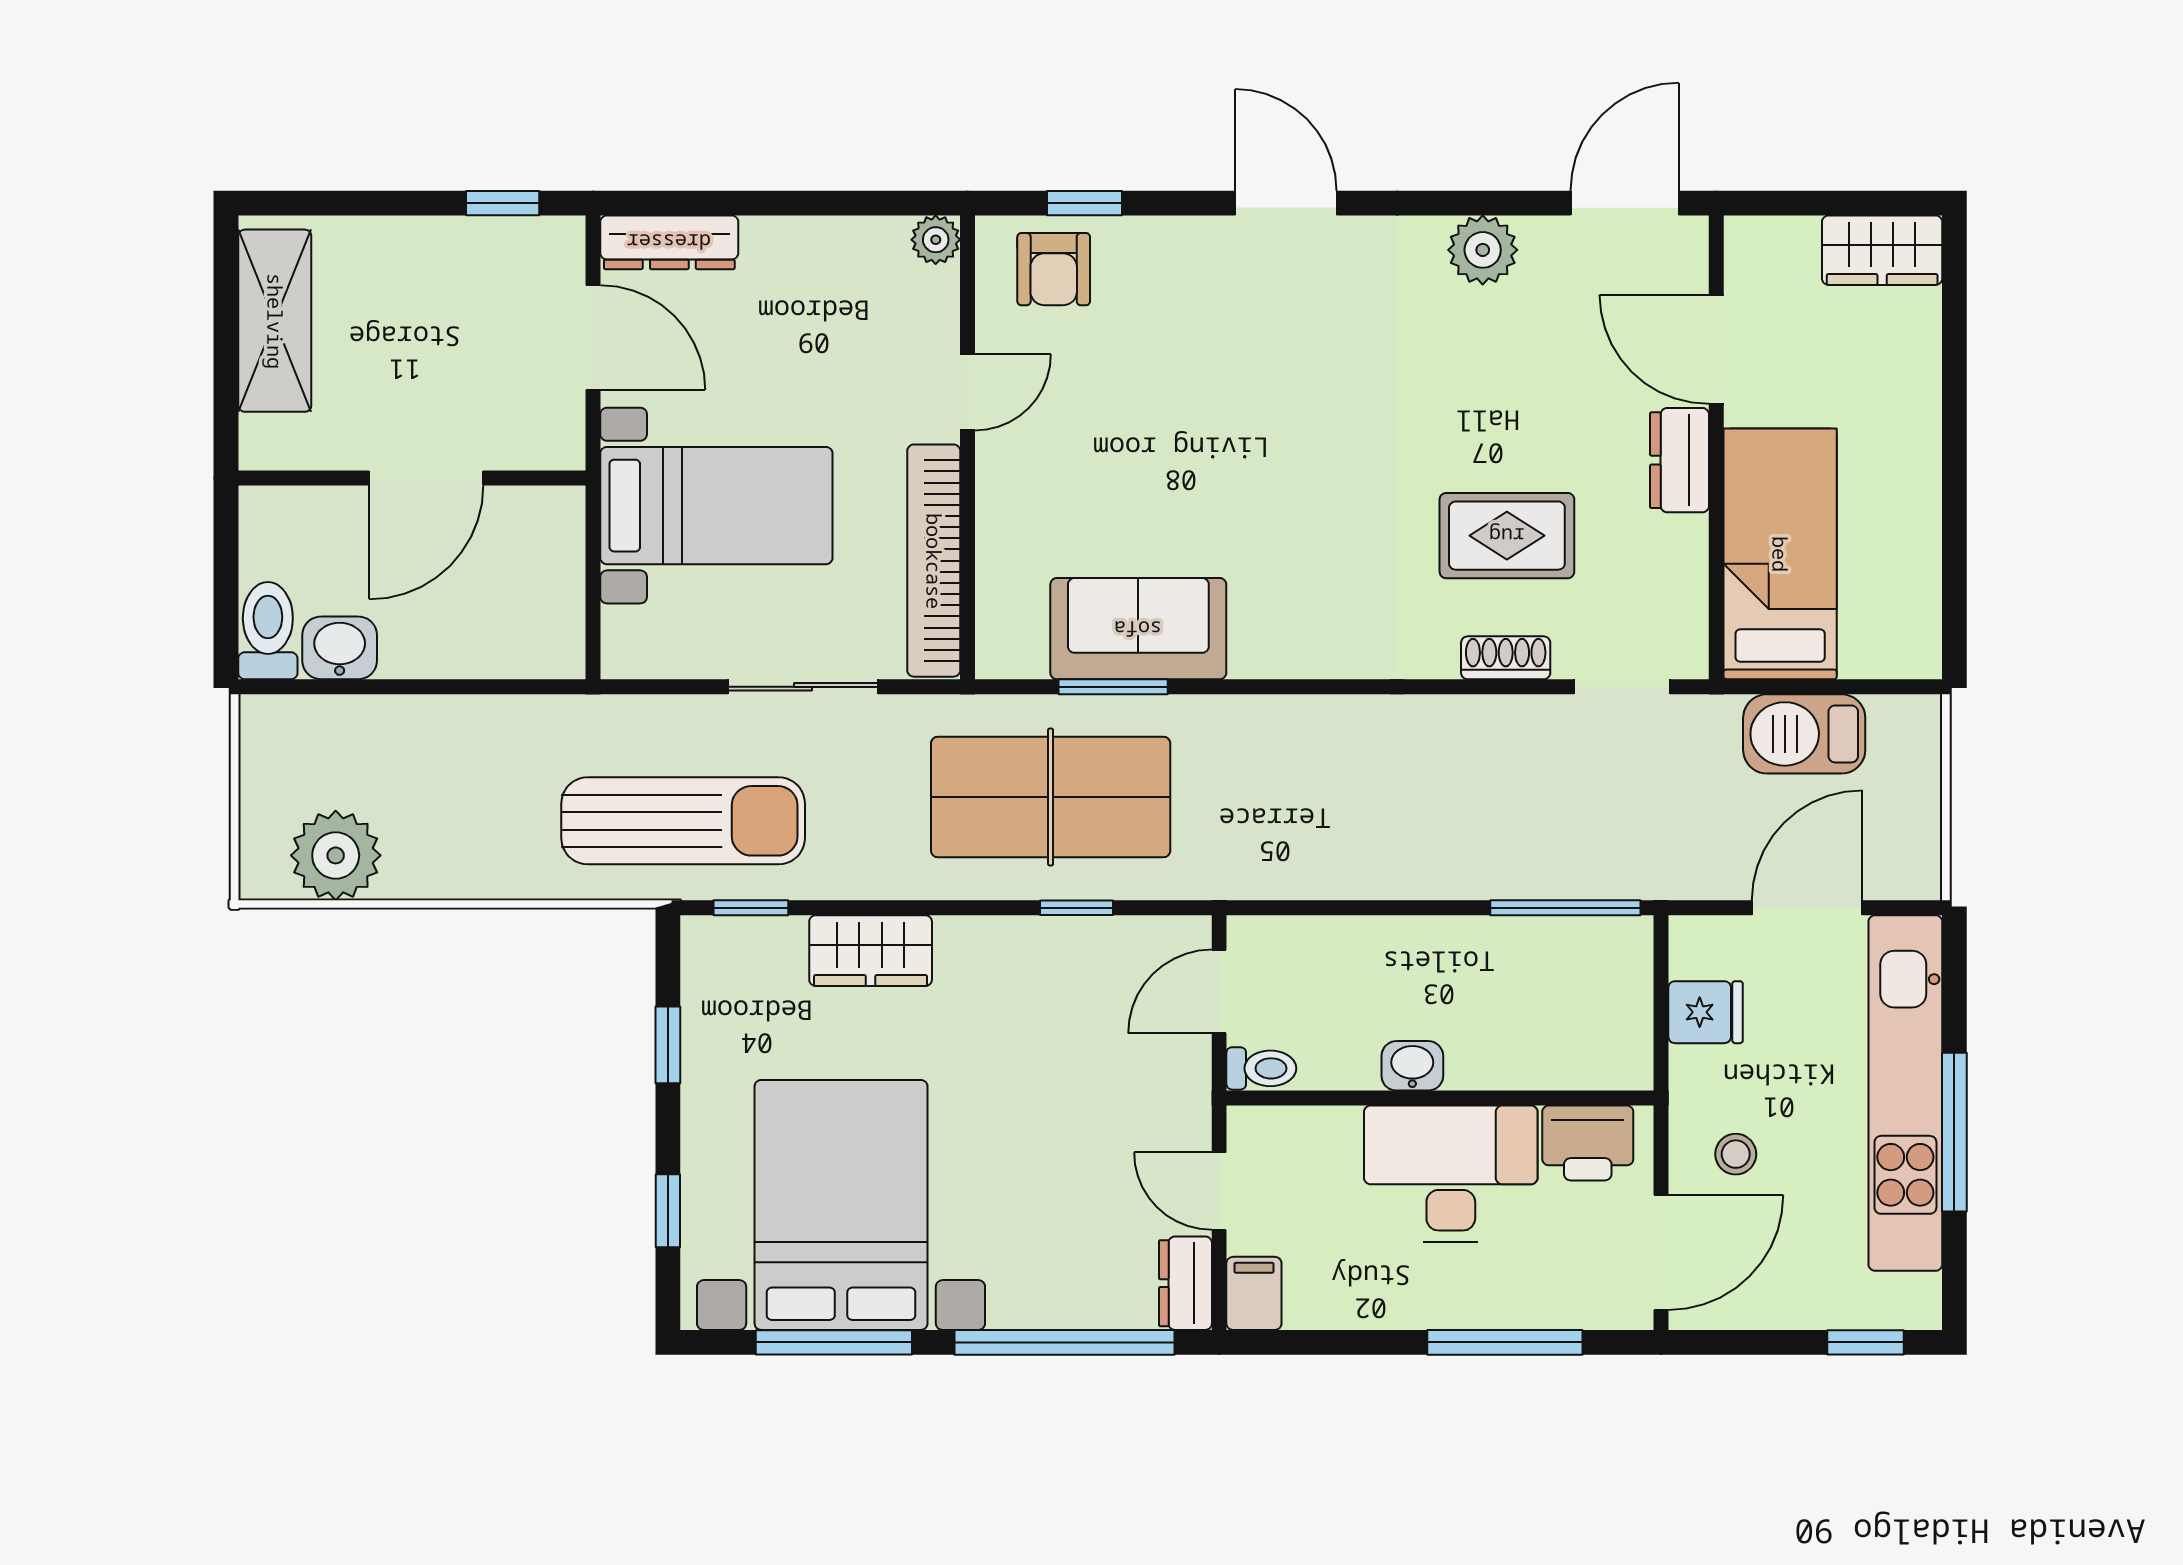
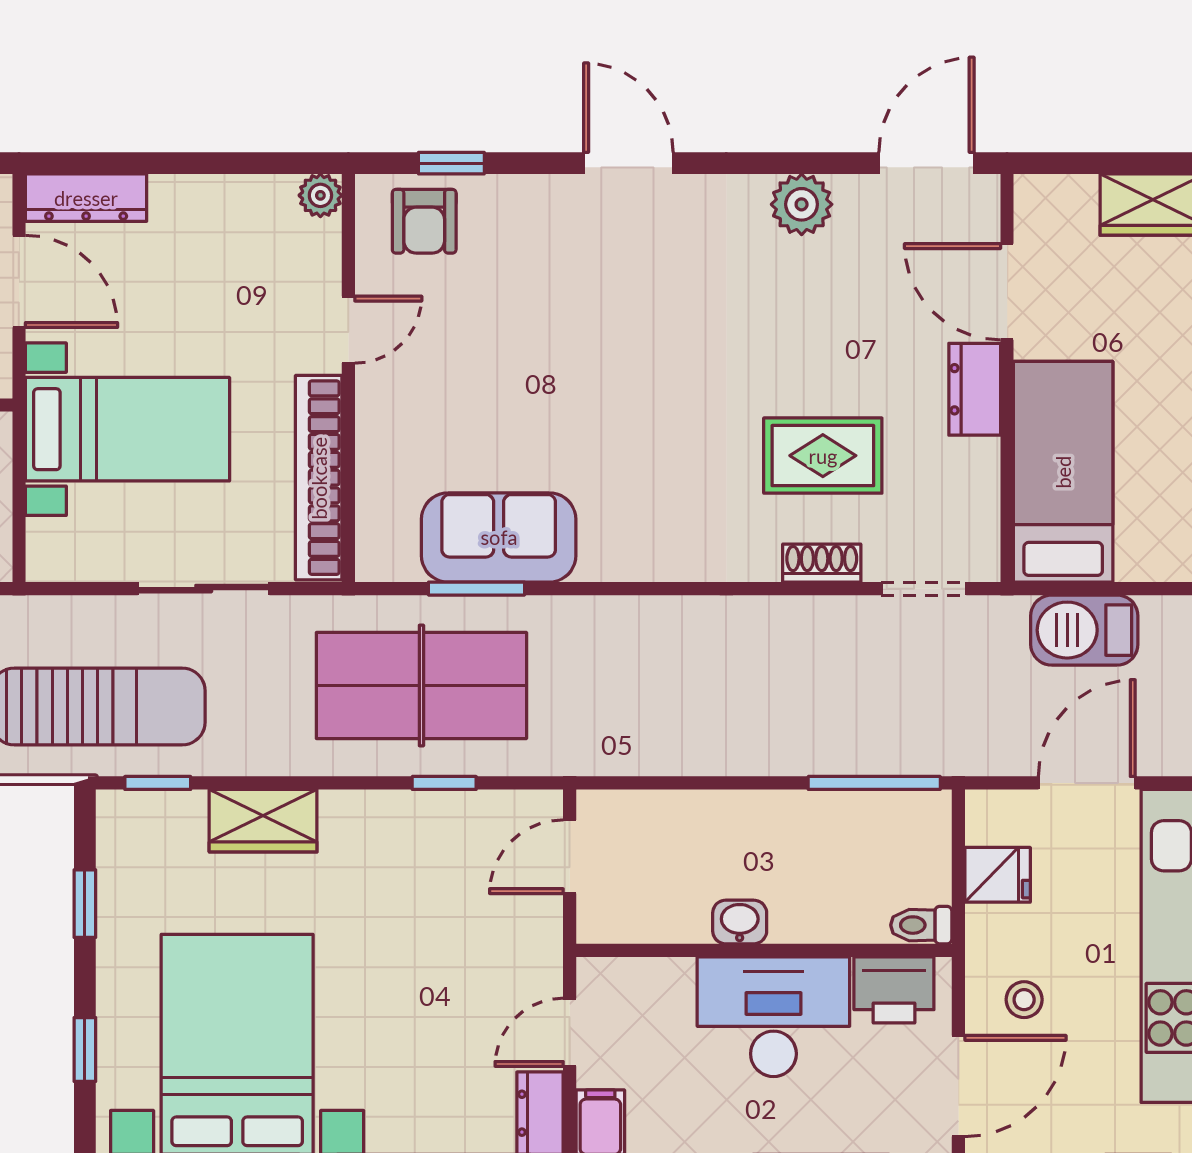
toilet: (1261, 1068) -> (921, 925), moved, turned 180
door: (1219, 1191) -> (570, 1032), hinge flipped

